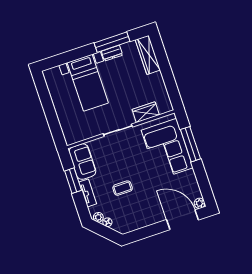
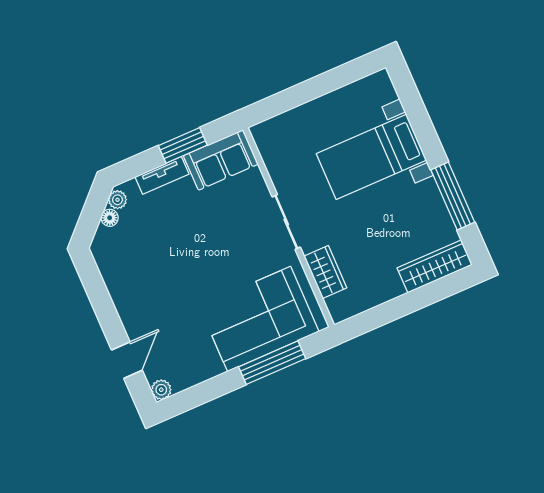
dresser: (112, 53) -> (432, 198), removed
coffee table: (123, 188) -> (177, 241), removed
door: (182, 220) -> (127, 360), width x0.53

